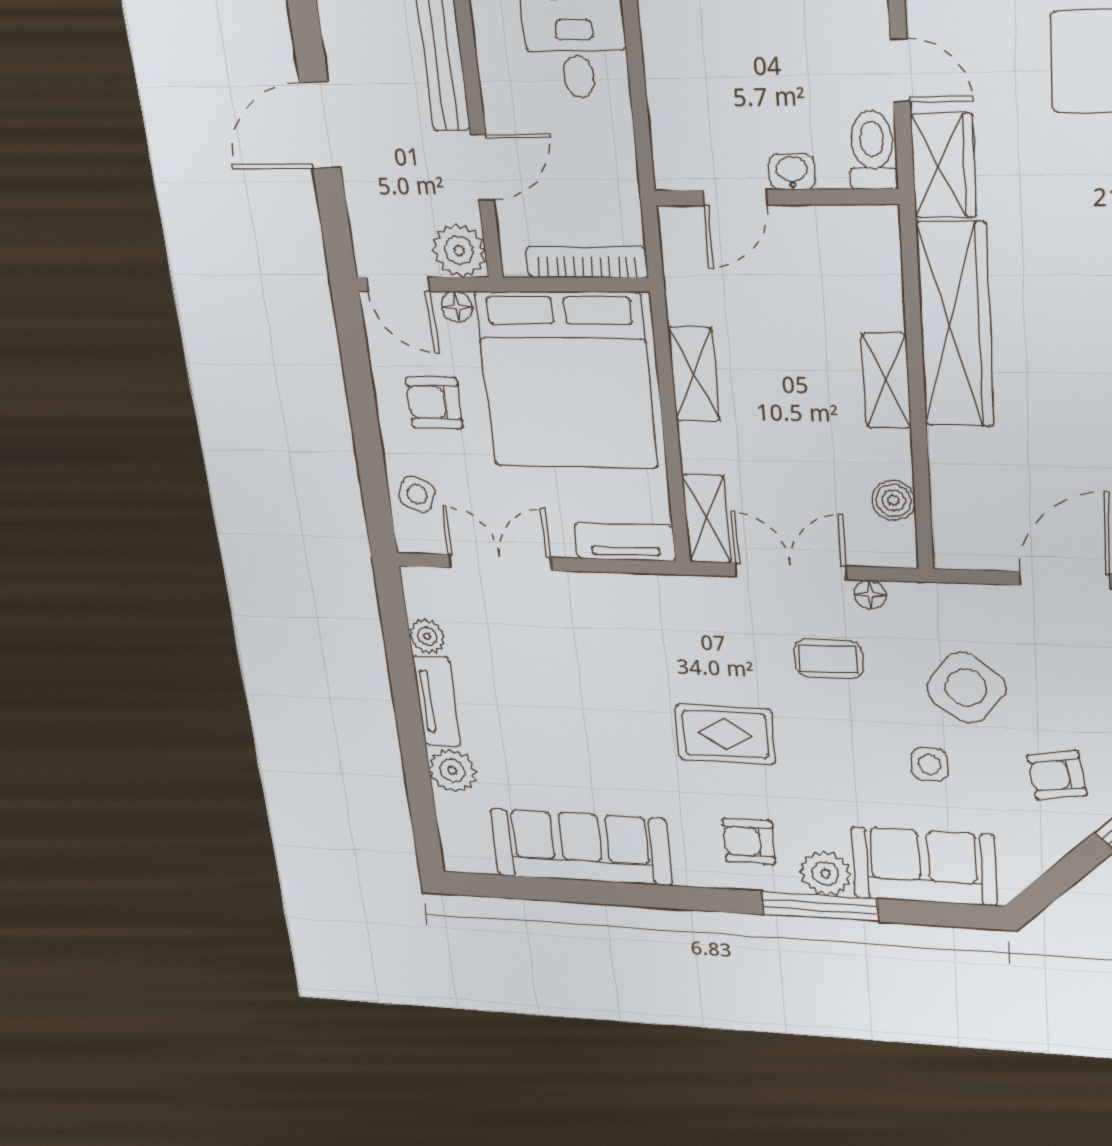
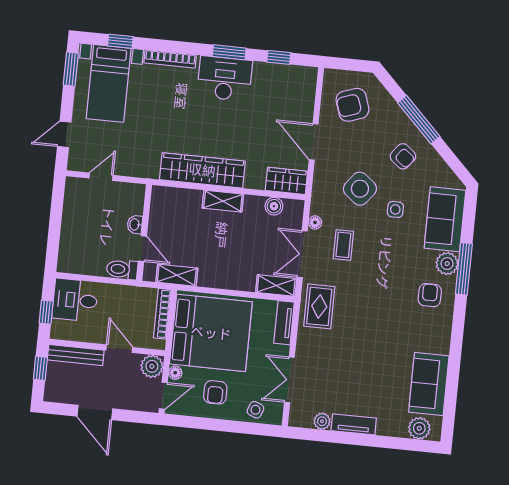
toilet: (872, 150) -> (122, 269), moved
wardrobe: (943, 166) -> (286, 181), moved
shelving: (694, 374) -> (177, 275), moved
rug: (725, 734) -> (319, 306), moved
plant: (452, 771) -> (419, 428), moved
armchair: (1057, 775) -> (403, 156), turned -43
armchair: (749, 841) -> (430, 295), turned 180
sofa: (581, 847) -> (429, 384), width x0.73

